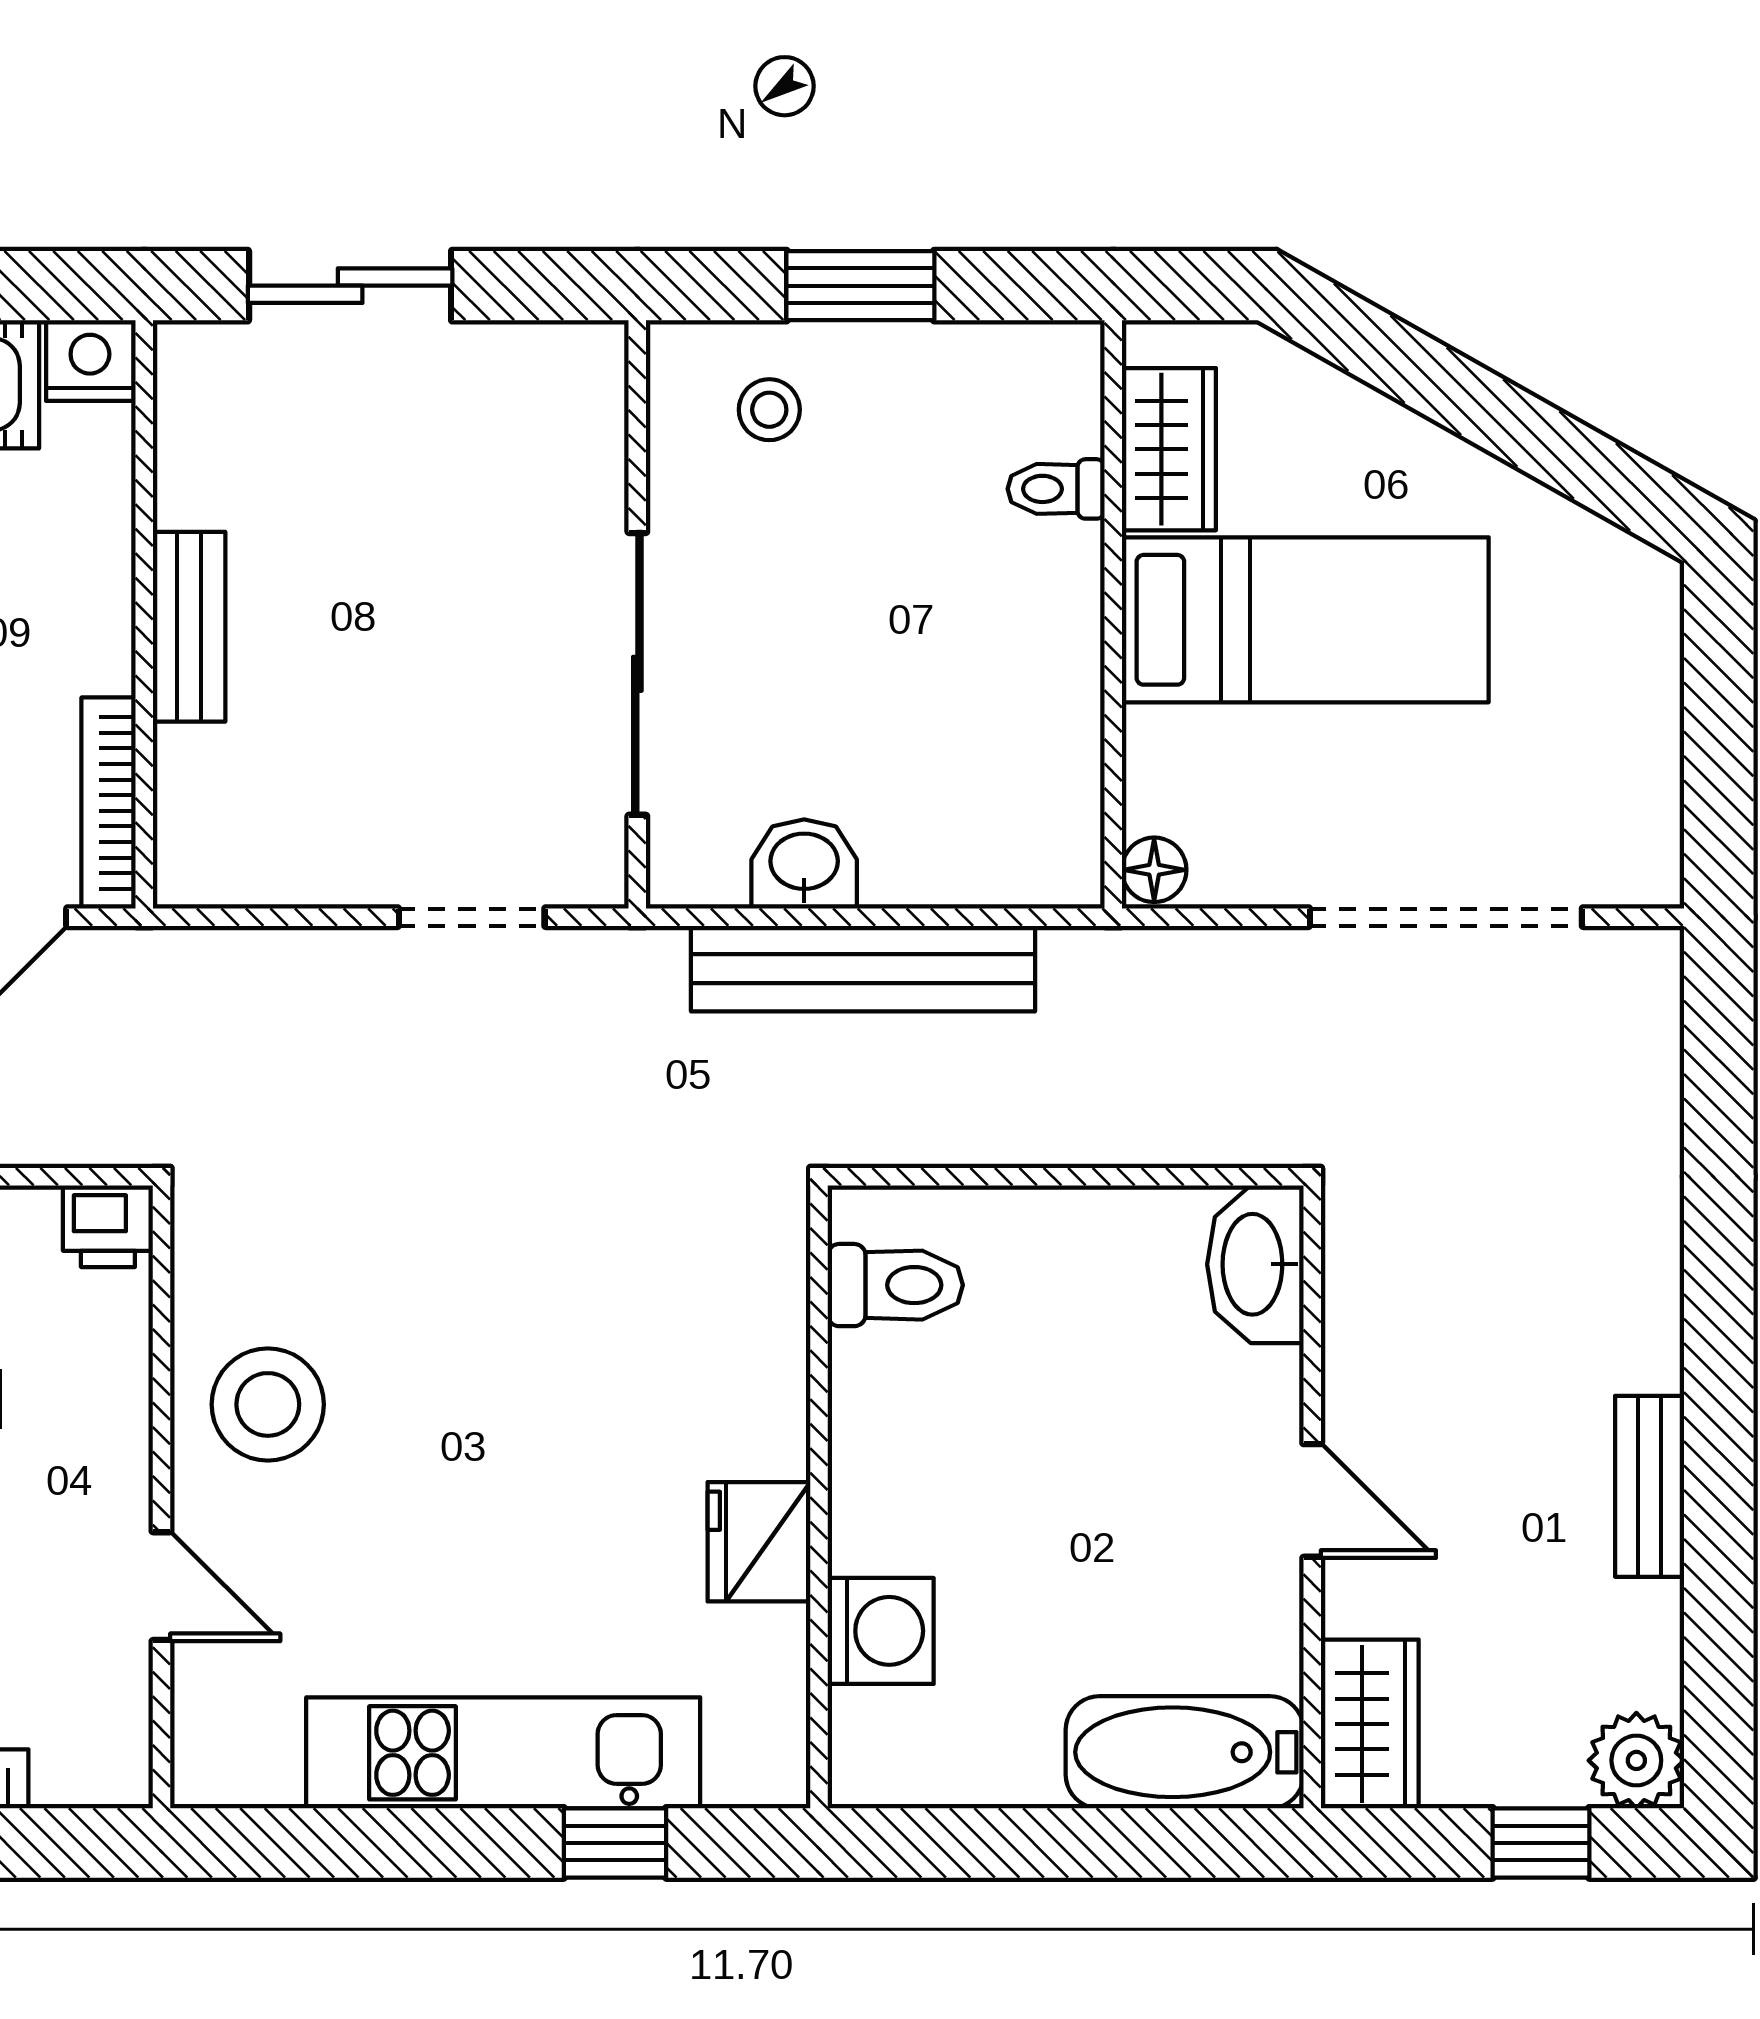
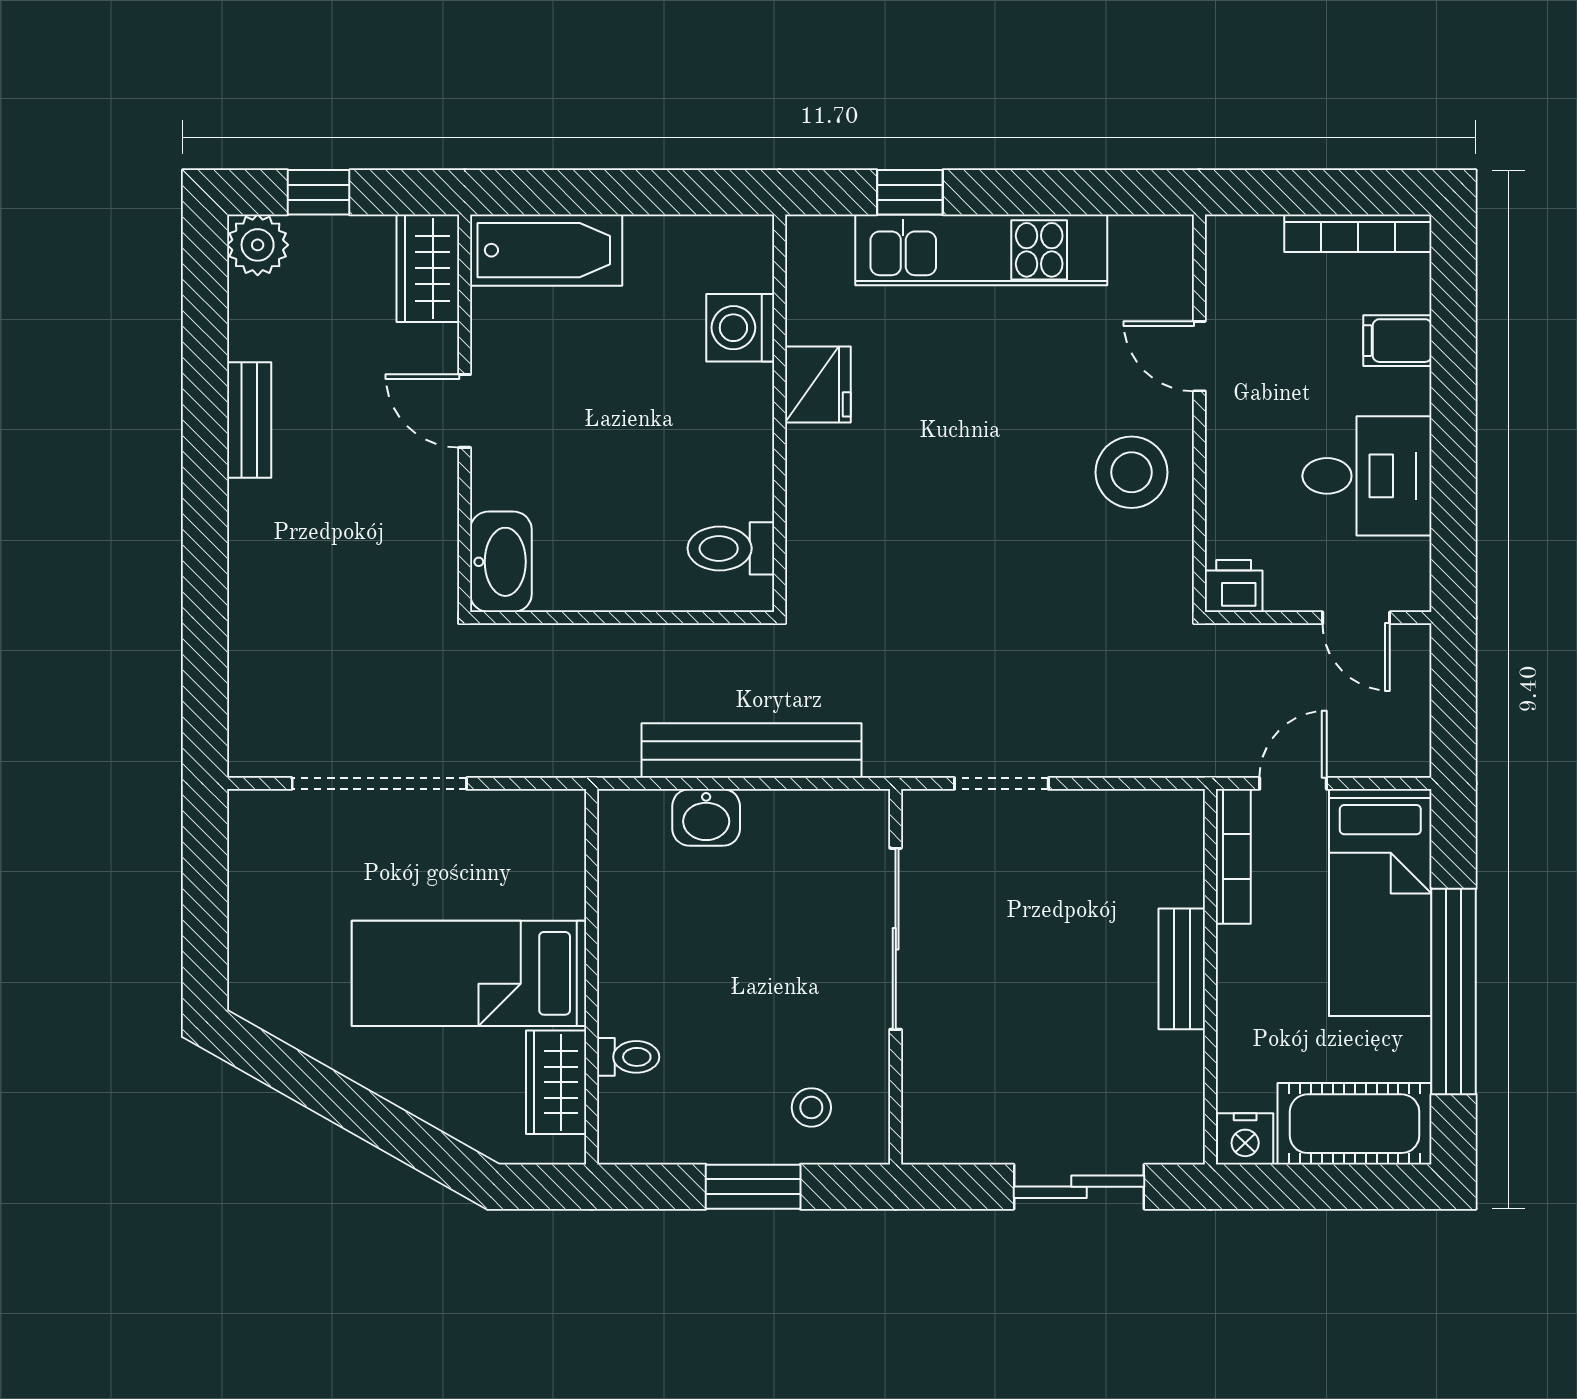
washbasin: (804, 864) -> (706, 817), moved
floor lamp: (1154, 870) -> (566, 814), removed

